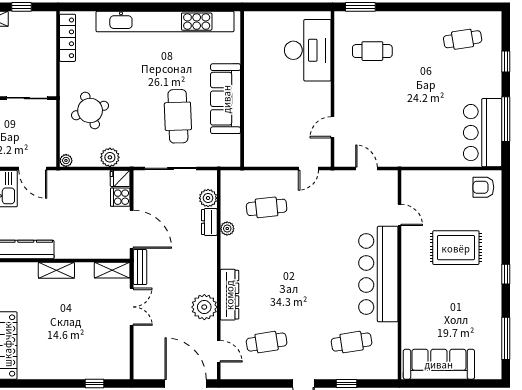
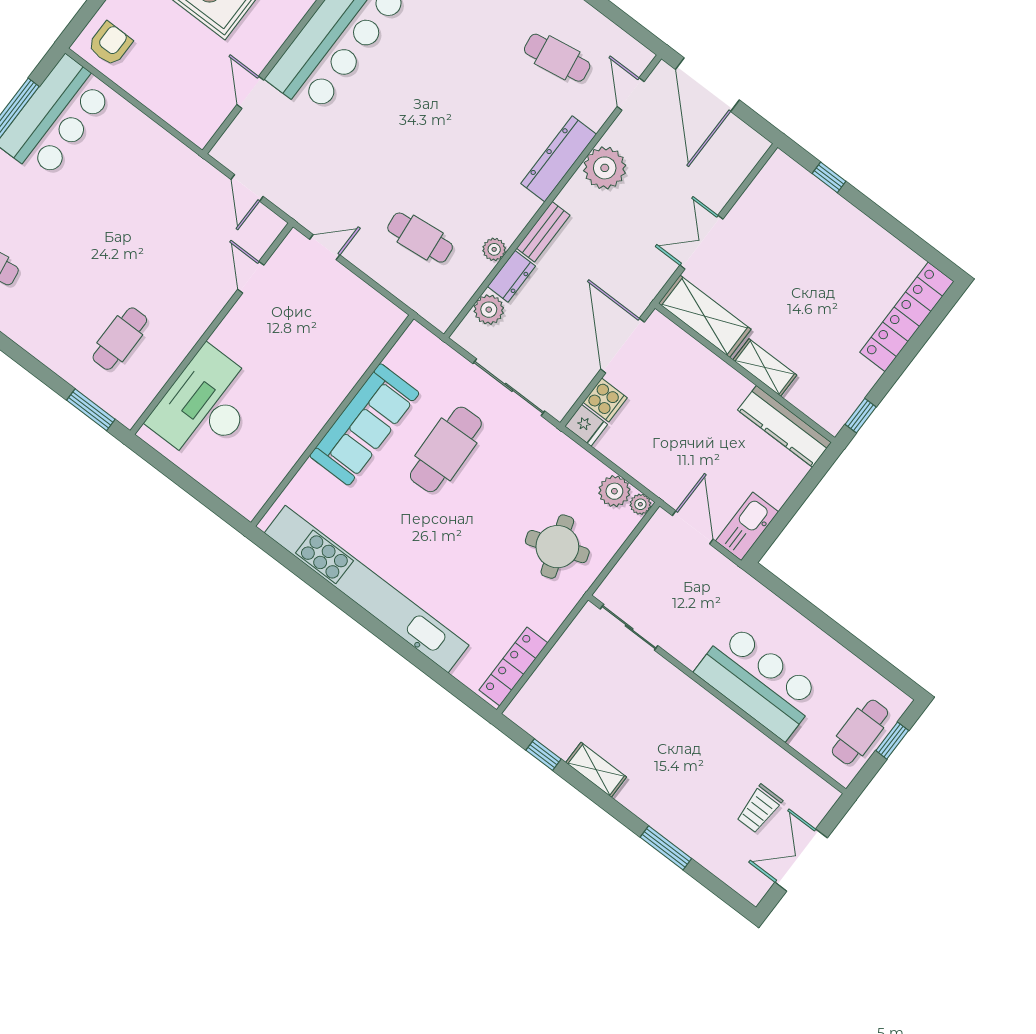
cafe table: (372, 51) -> (120, 339), turned 90
door: (333, 127) -> (251, 277), swing flipped
plant: (110, 157) -> (614, 491), moved
armchair: (483, 187) -> (110, 44), turned -90
bench: (140, 267) -> (543, 232), moved
shelving: (112, 270) -> (705, 316), width x1.50, depth x1.33

